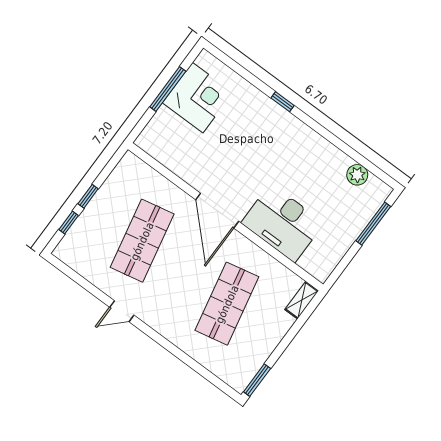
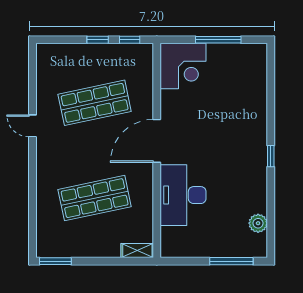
corner desk: (198, 98) -> (183, 66), moved
window: (283, 102) -> (271, 156), moved
window: (69, 223) -> (130, 40), moved

